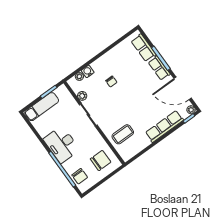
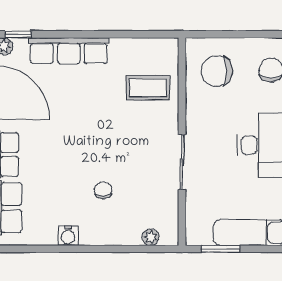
water cooler: (88, 71) -> (68, 236), moved
plant: (82, 96) -> (169, 201), removed

